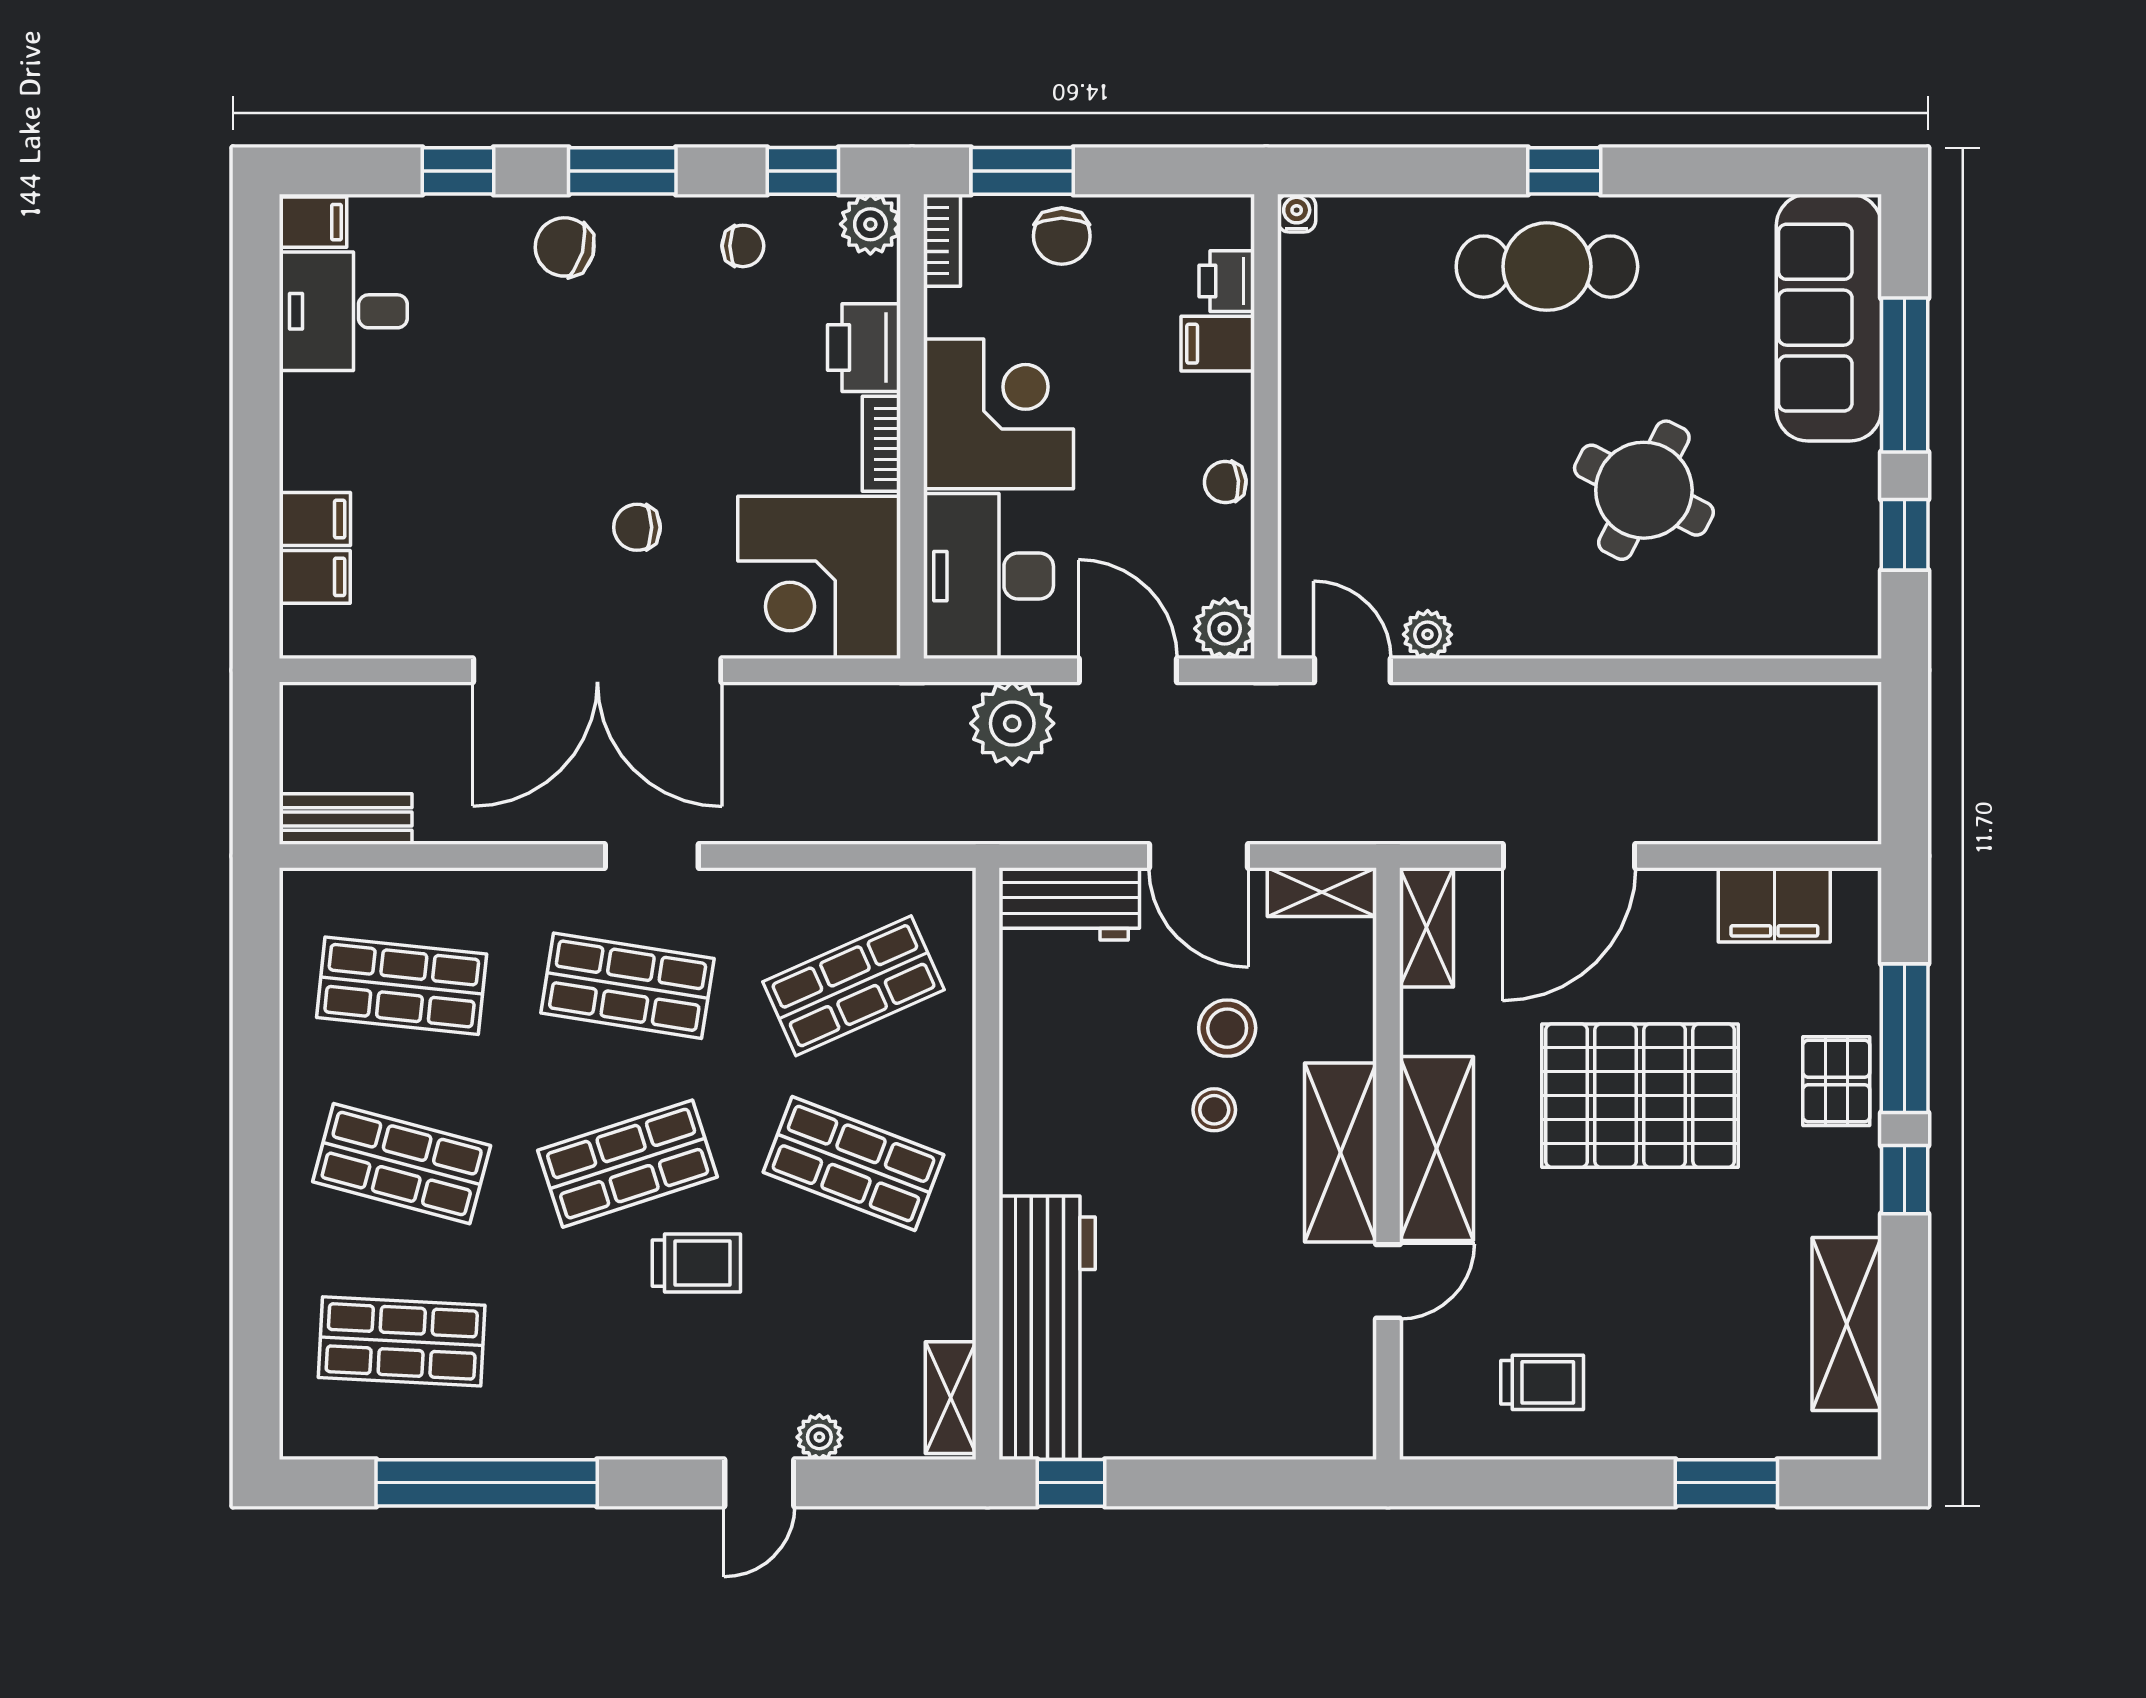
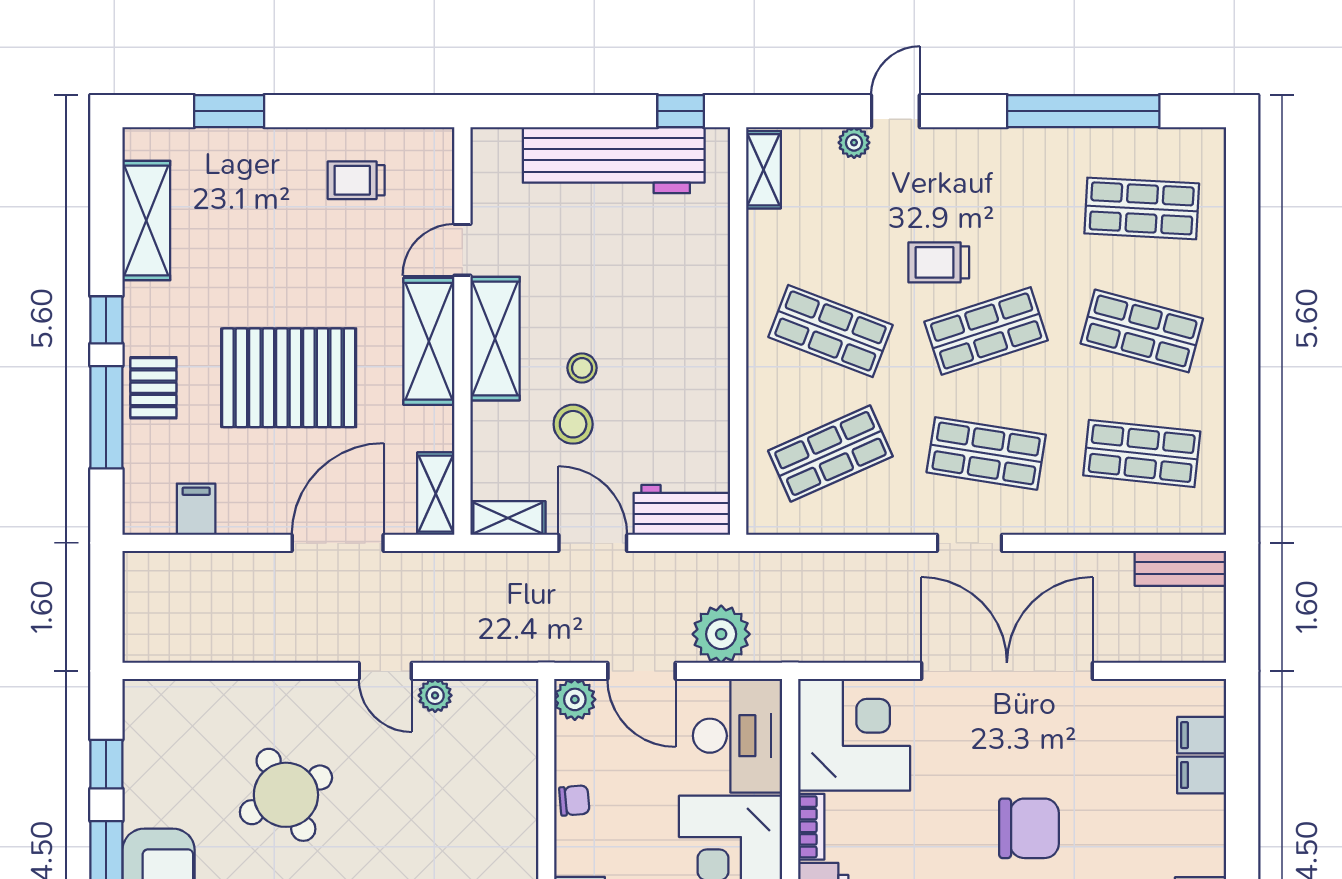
round table: (1644, 490) -> (286, 795), turned 36
chair: (637, 527) -> (1029, 828), moved, width x1.87, depth x1.87
door: (1352, 670) -> (385, 671), moved
filing cabinet: (1774, 905) -> (196, 509), width x0.50
workbench: (1047, 1328) -> (614, 160), moved, turned -90

